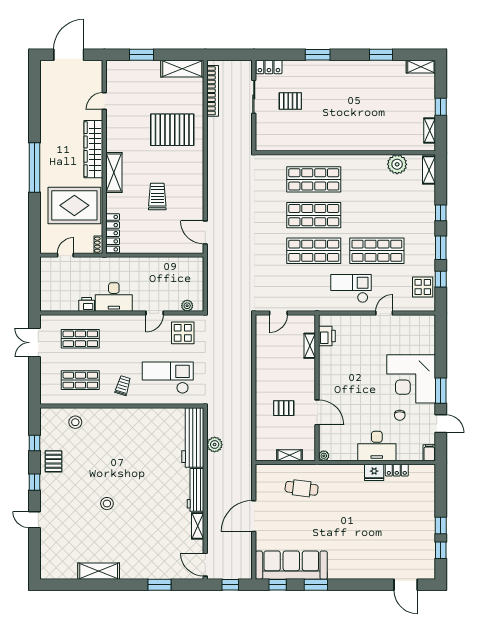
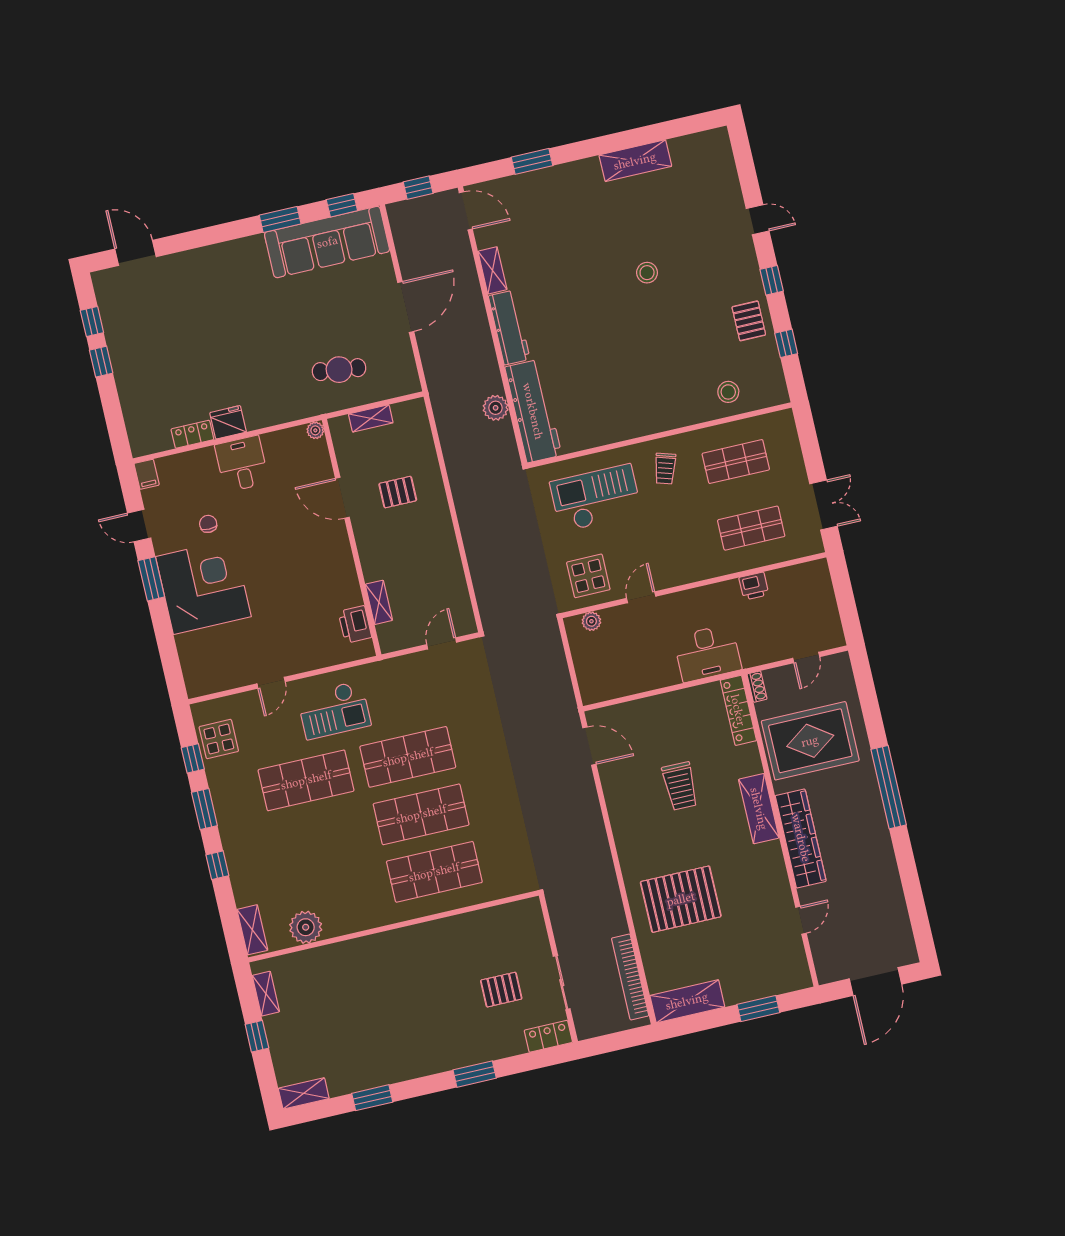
desk: (114, 297) -> (707, 653), moved, turned 180
checkout: (168, 378) -> (596, 498), turned 180
desk: (377, 446) -> (242, 464), width x0.73

